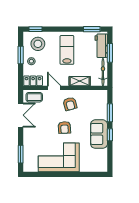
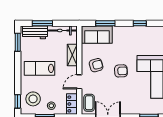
sofa: (99, 134) -> (97, 35), moved
window: (110, 135) -> (140, 23), moved

